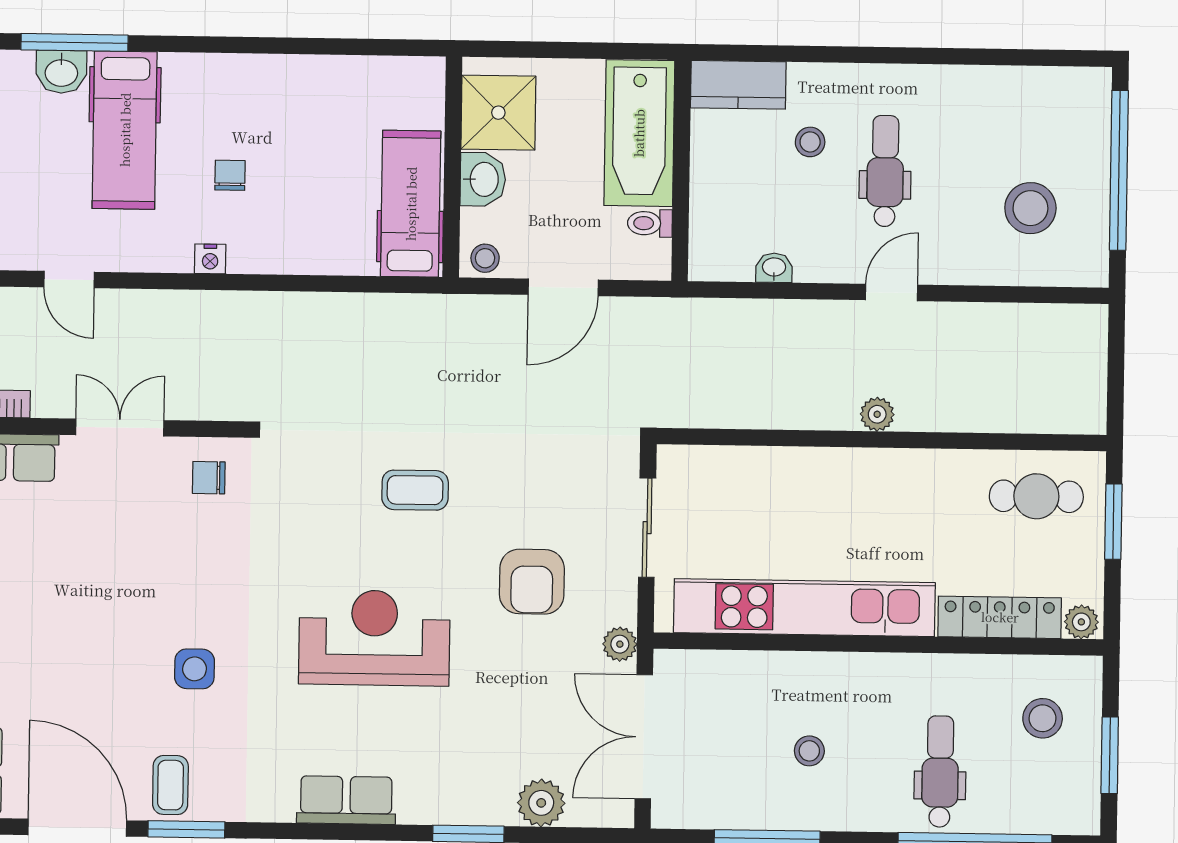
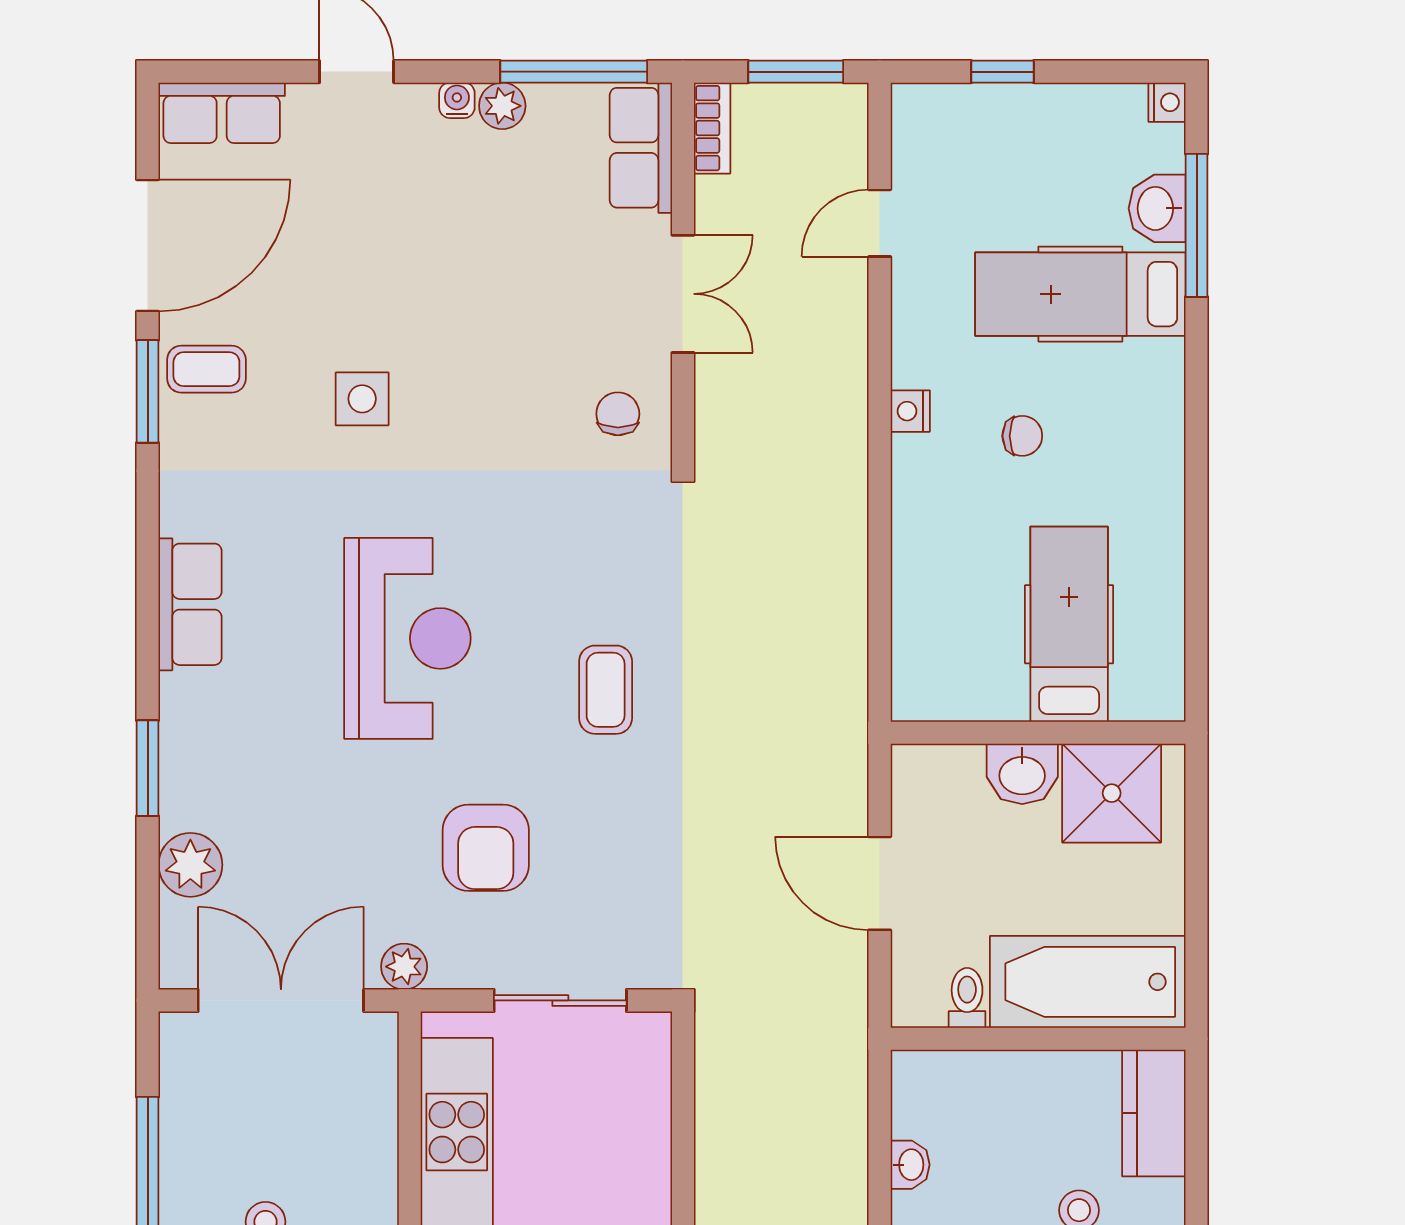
hospital bed: (411, 204) -> (1069, 624), moved, turned -90
stool: (485, 258) -> (917, 778), removed
armchair: (532, 582) -> (486, 848), turned -90

